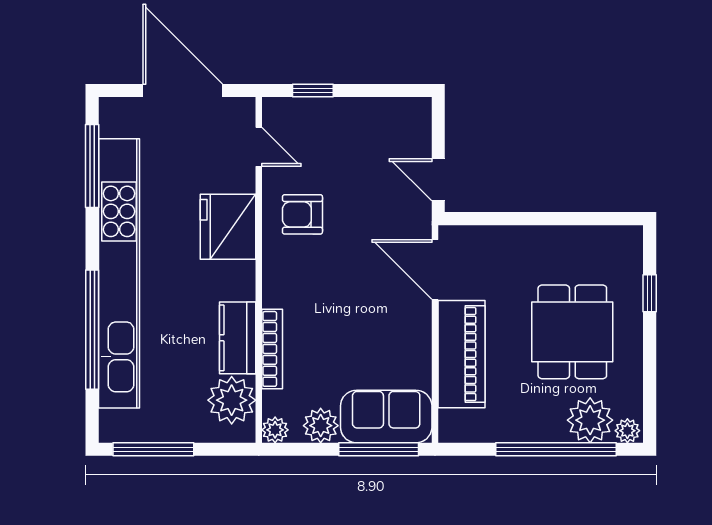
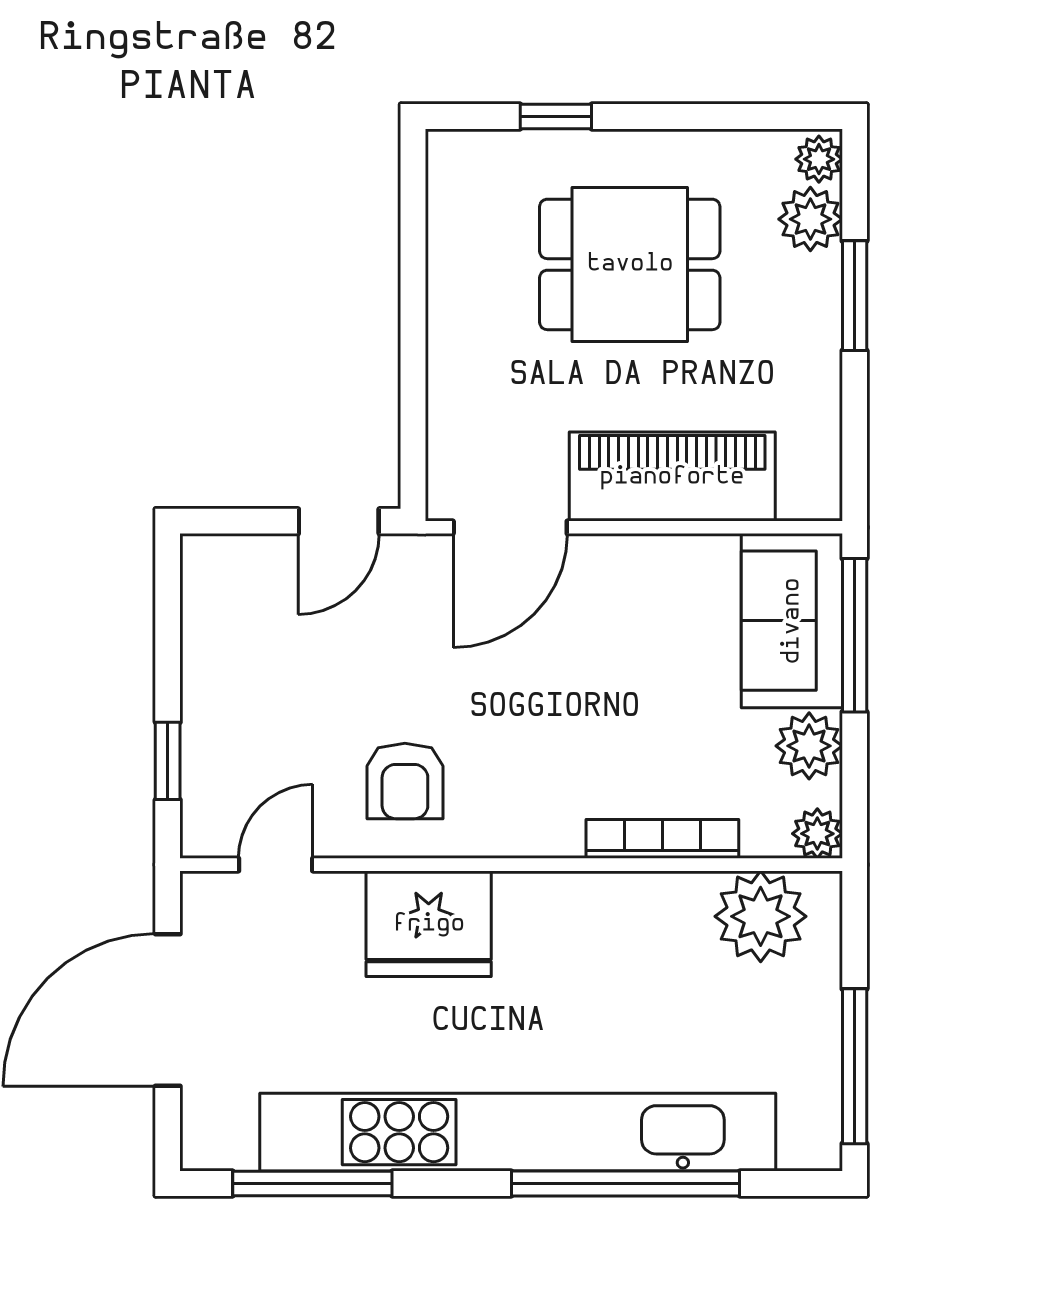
kitchen counter: (238, 338) -> (641, 905), removed
plant: (590, 420) -> (810, 219), width x0.73, depth x0.73
window: (556, 449) -> (855, 296), width x0.47

